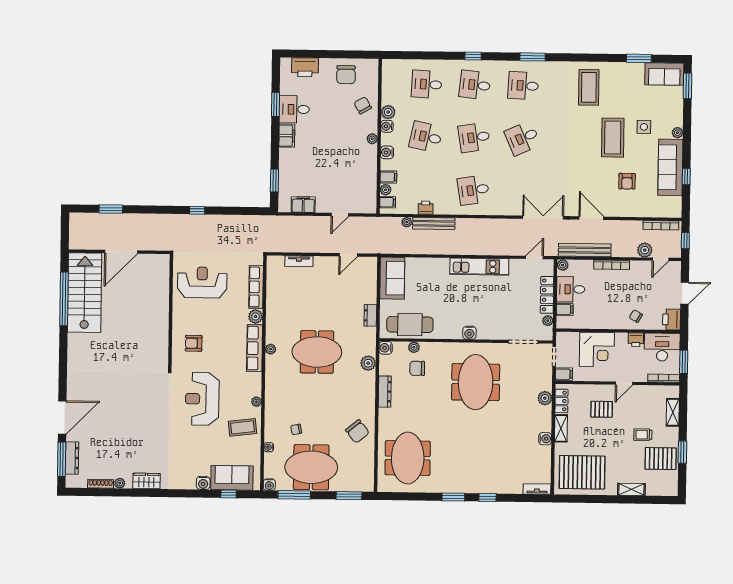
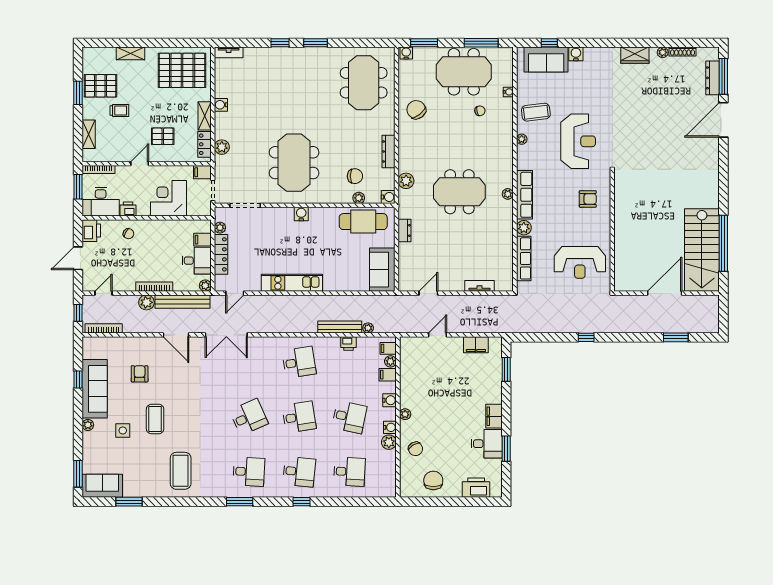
coffee table: (613, 138) -> (155, 419), width x0.73, depth x0.76
plant: (645, 250) -> (146, 302), moved
water cooler: (269, 485) -> (406, 53), moved

